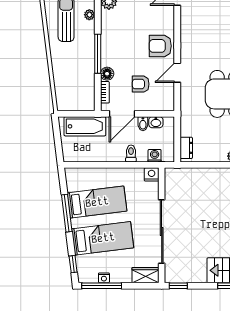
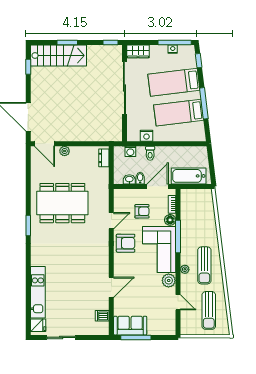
corner sofa: (120, 38) -> (159, 250), added
nightstand: (152, 174) -> (146, 136), moved

